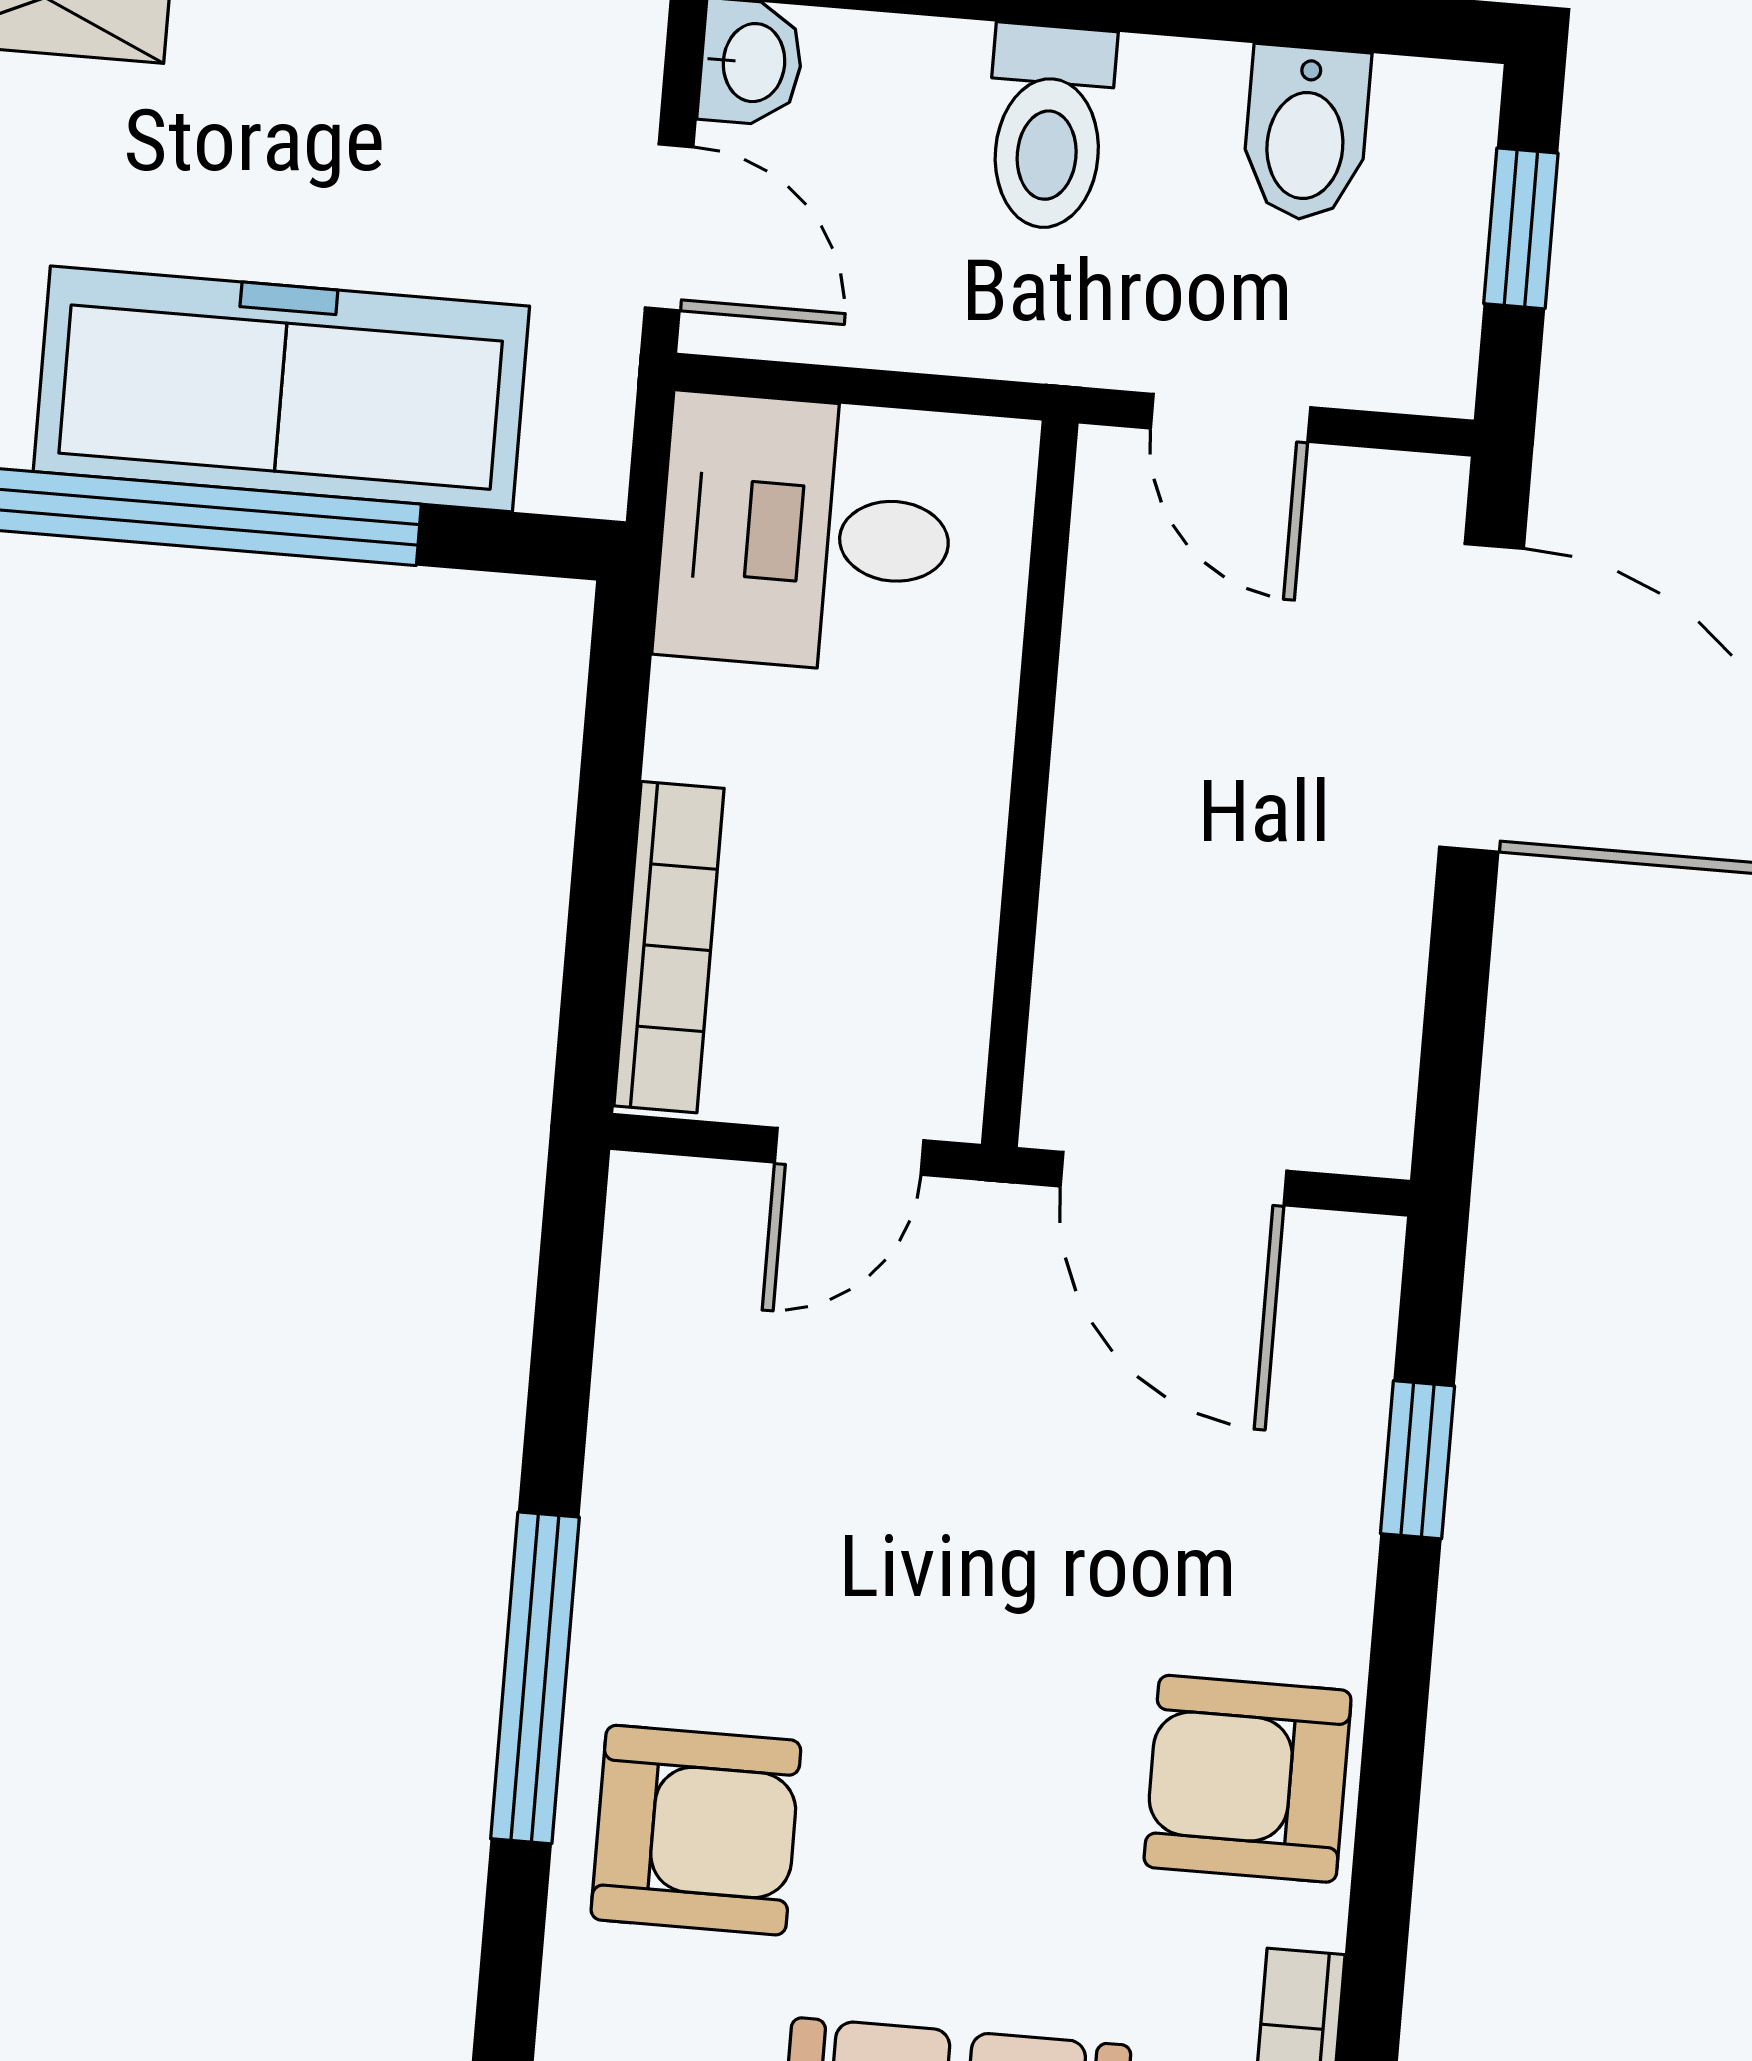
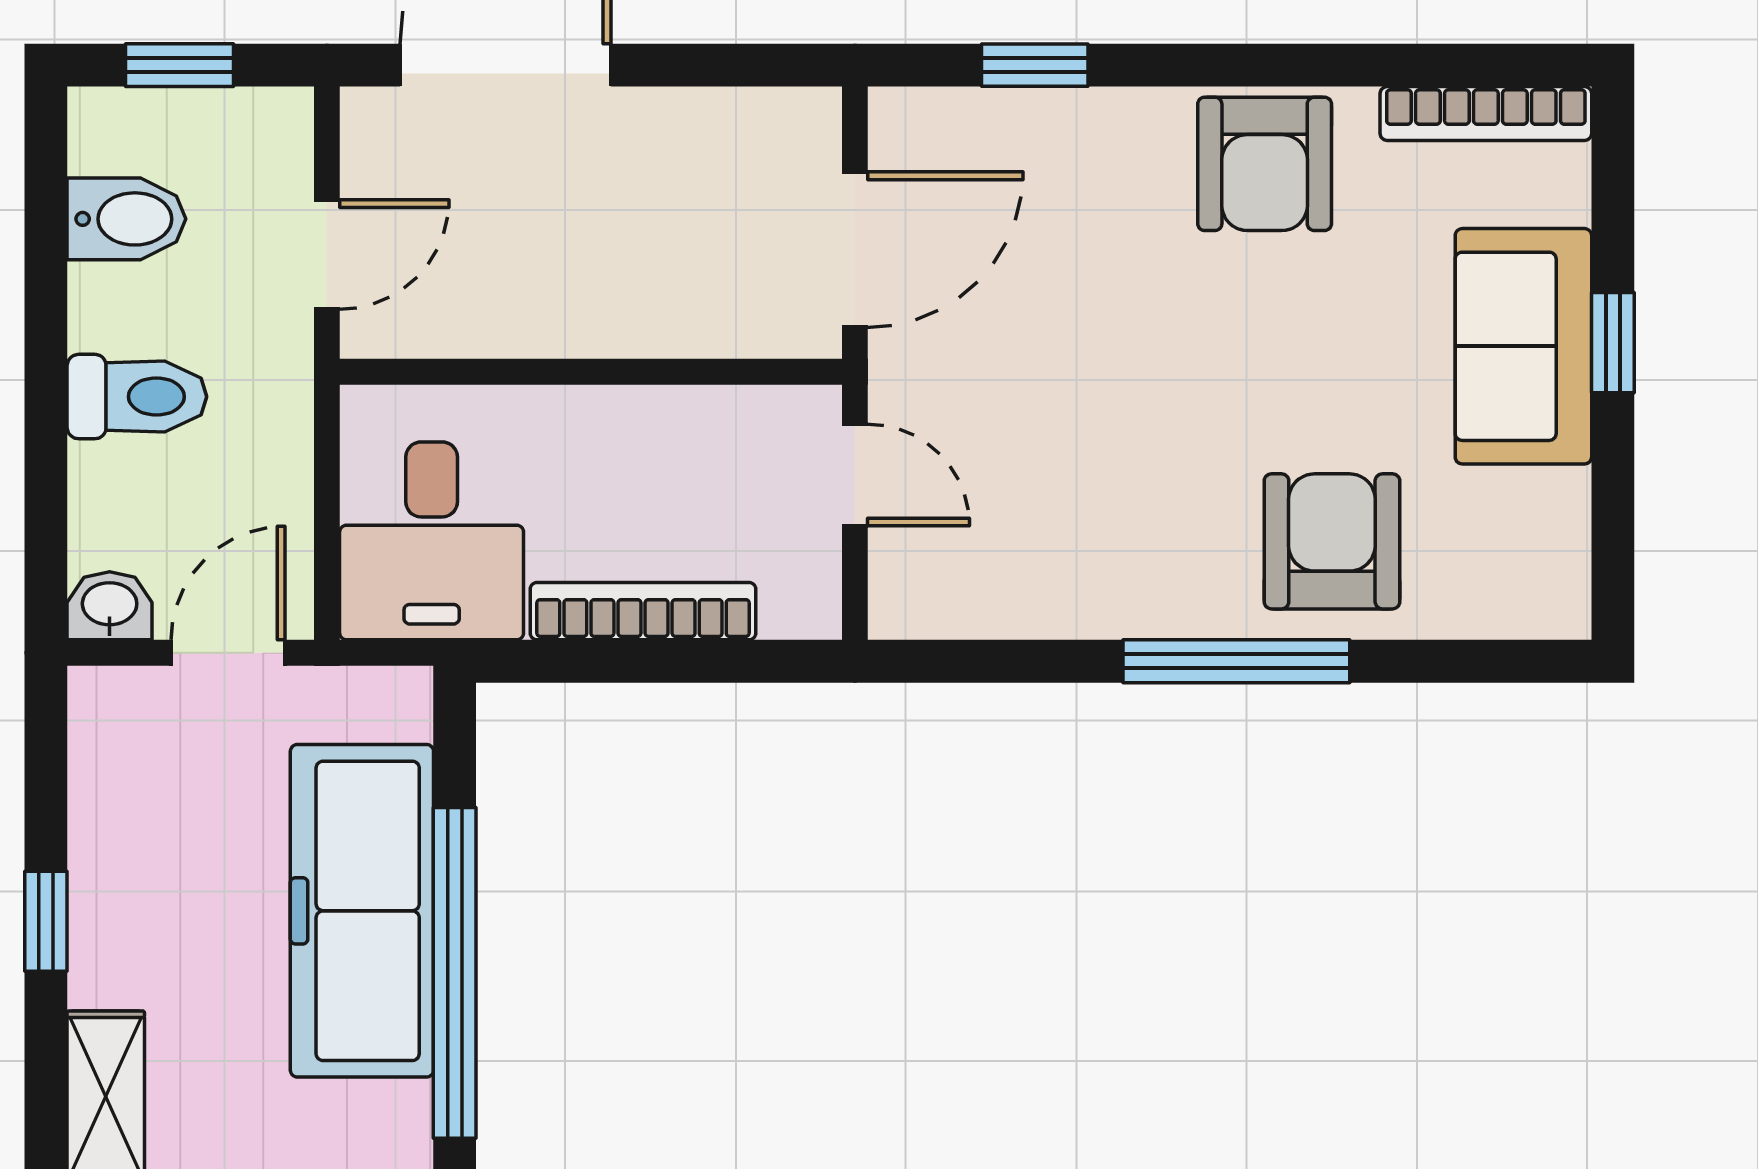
bookcase: (669, 947) -> (643, 611), moved

